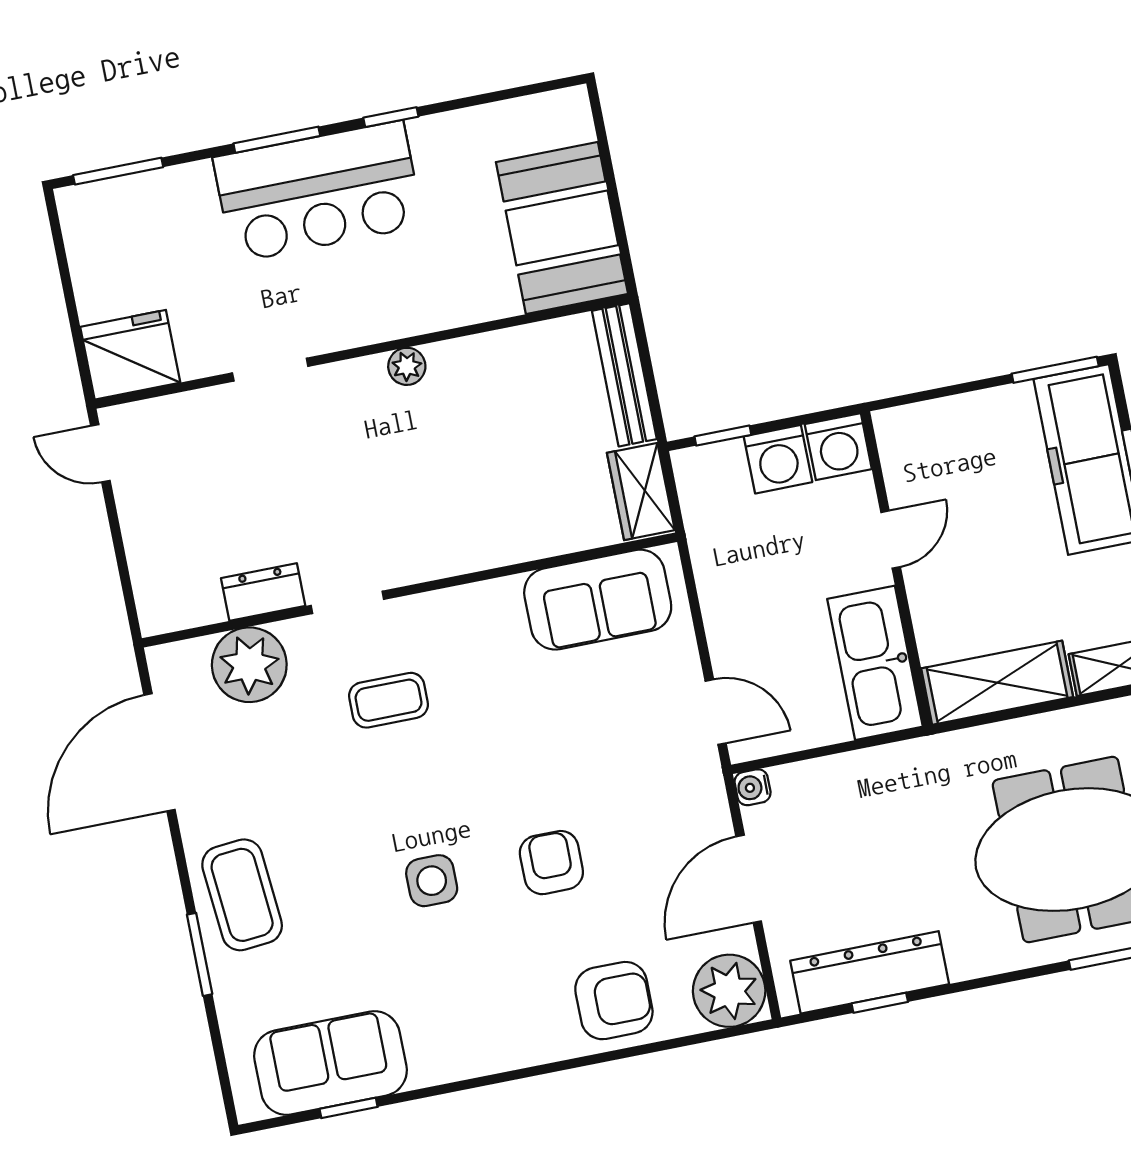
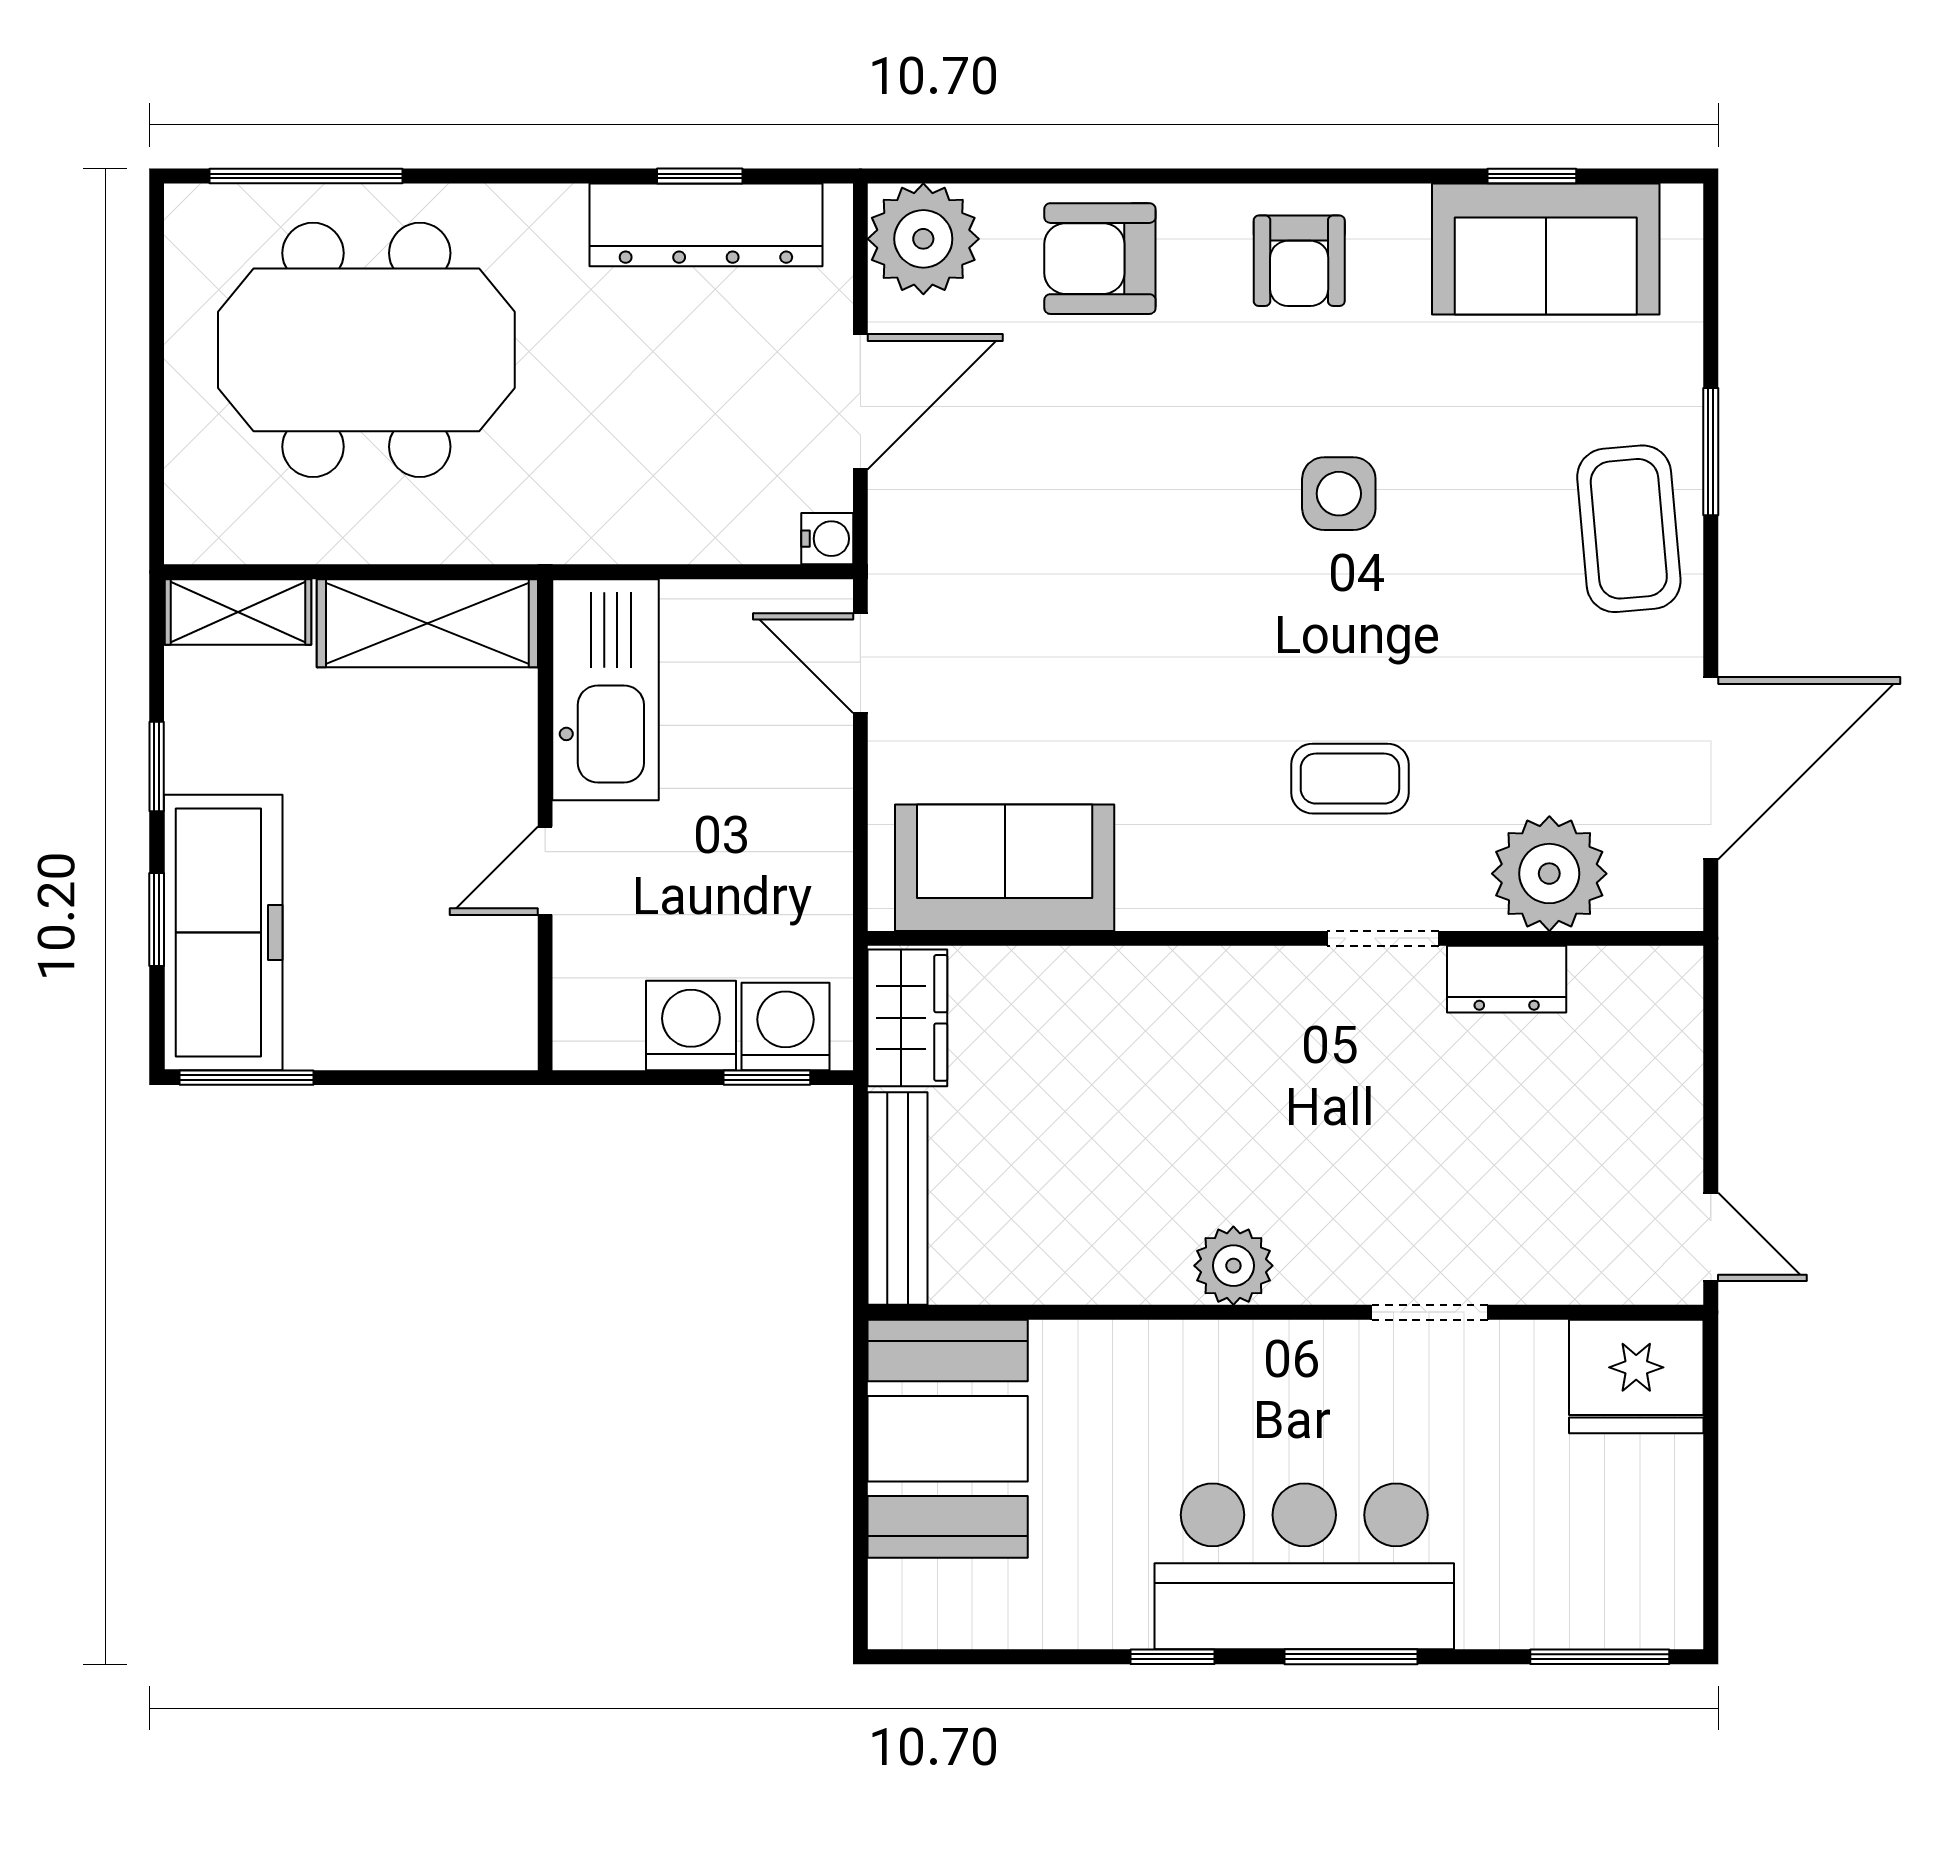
plant: (407, 366) -> (1233, 1266), width x1.38, depth x1.38
washing machine: (838, 447) -> (786, 1026), moved
armchair: (551, 863) -> (1299, 261), moved

